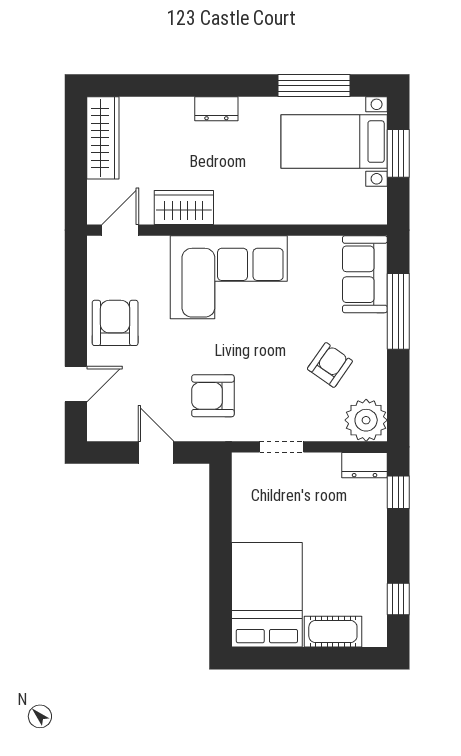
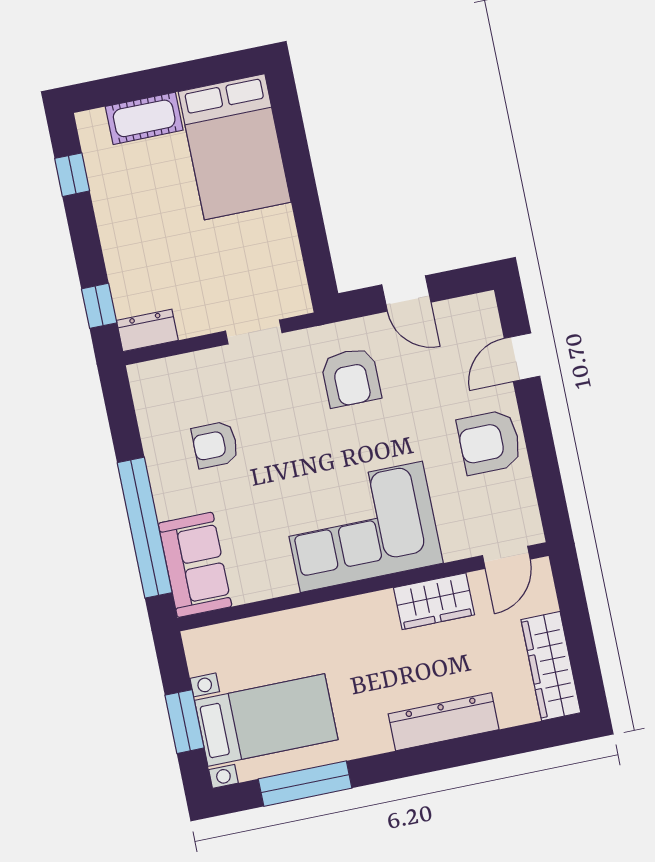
dresser: (216, 109) -> (444, 722), width x1.96, depth x1.24
window: (398, 311) -> (145, 528), width x1.46
armchair: (115, 323) -> (489, 442), turned 90
armchair: (330, 365) -> (215, 445), turned 55
armchair: (213, 396) -> (351, 377), turned 90
plant: (366, 420) -> (157, 386), removed

